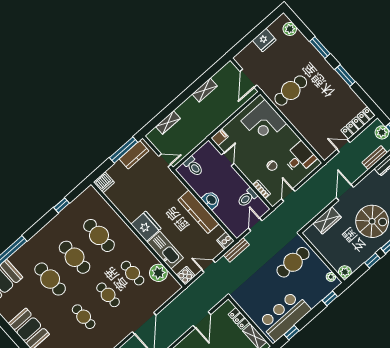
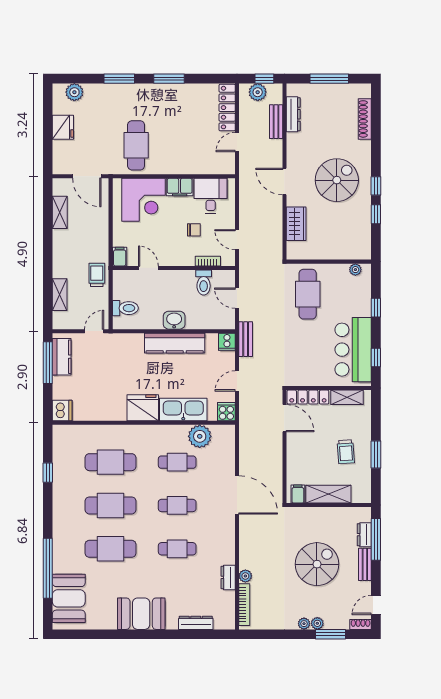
shelving: (205, 90) -> (60, 212), moved
trolley: (198, 133) -> (97, 275), added
filing cabinet: (289, 136) -> (180, 187), added
plant: (345, 272) -> (363, 251), removed
window: (330, 298) -> (376, 308), moved
locker: (239, 318) -> (308, 397), width x1.53
door: (202, 320) -> (284, 418), moved

